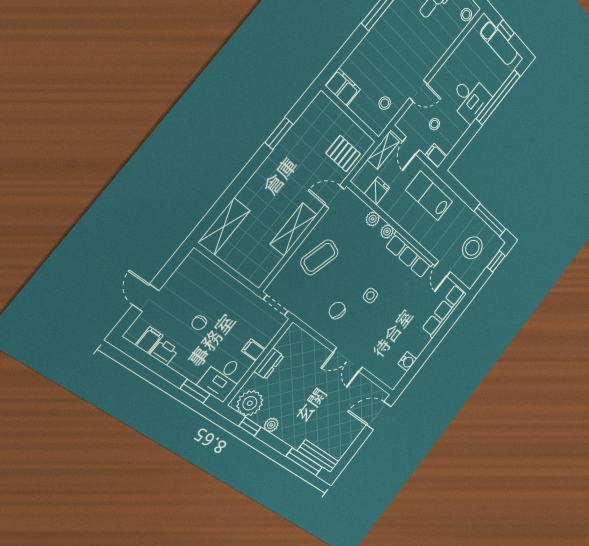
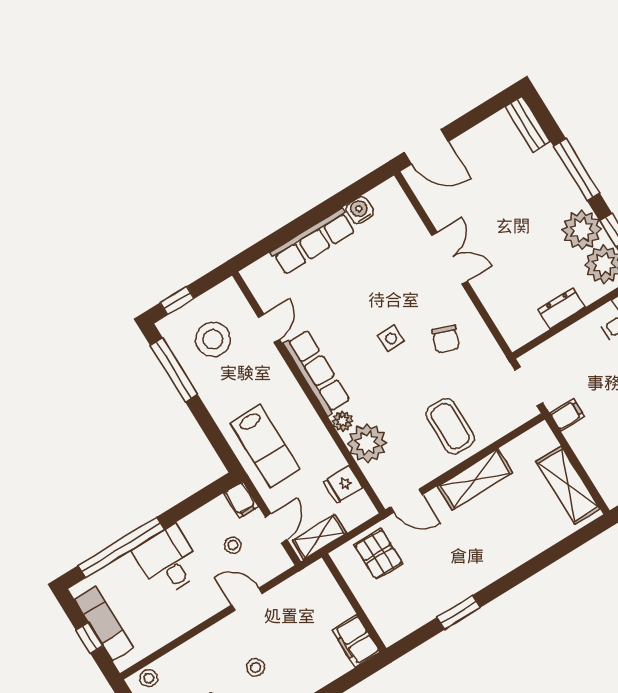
stool: (385, 103) -> (256, 667), moved
plant: (373, 219) -> (367, 443), width x1.88, depth x1.88
shelving: (224, 226) -> (568, 485), moved, turned 90
coffee table: (319, 257) -> (450, 426), turned 73
row of seats: (444, 311) -> (313, 242), moved
filing cabinet: (253, 350) -> (567, 415), moved, turned -90
plant: (271, 425) -> (582, 230), width x1.88, depth x1.88
bench: (318, 456) -> (528, 124), width x0.73
window: (304, 462) -> (576, 169), moved

